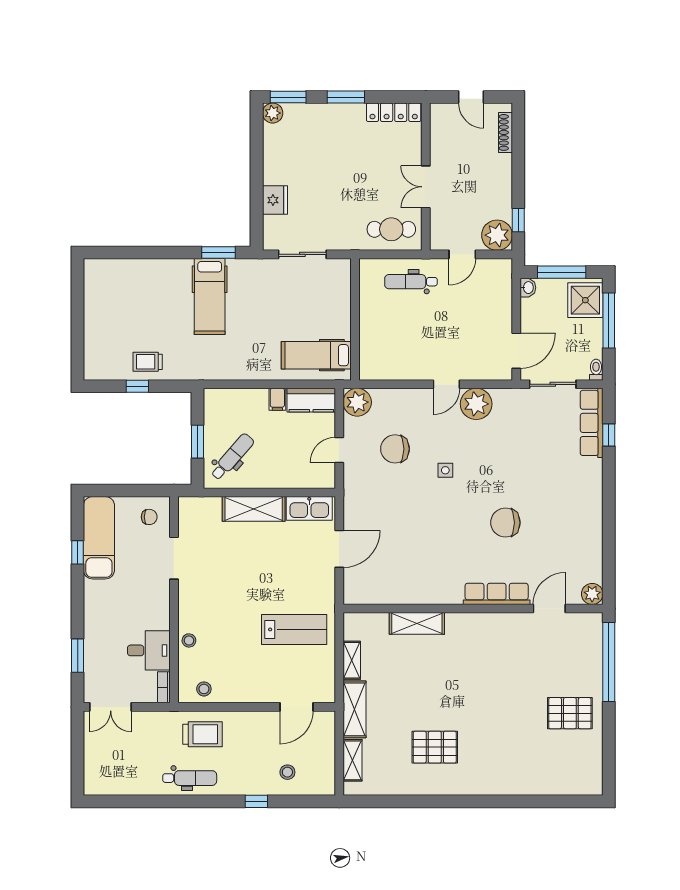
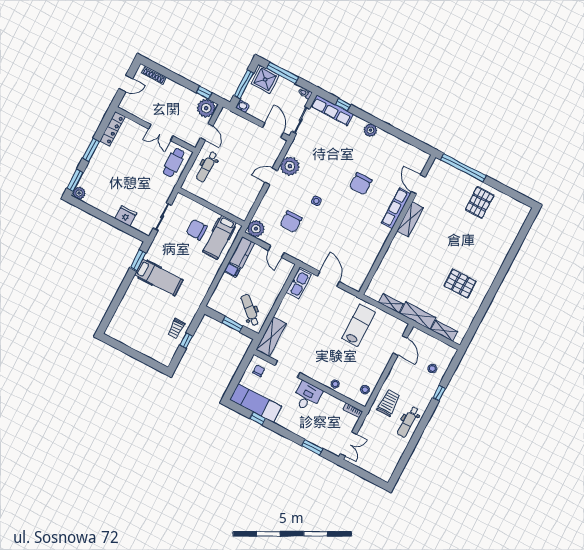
chair: (310, 316) -> (197, 230), added
door: (446, 384) -> (271, 176), swing flipped
shelving: (254, 509) -> (271, 337), moved
plant: (592, 594) -> (370, 130), moved
shelving: (417, 623) -> (410, 219), moved
desk: (149, 650) -> (307, 396), moved
pallet: (435, 747) -> (460, 283), turned 90
dental chair: (190, 778) -> (408, 422), turned 180

